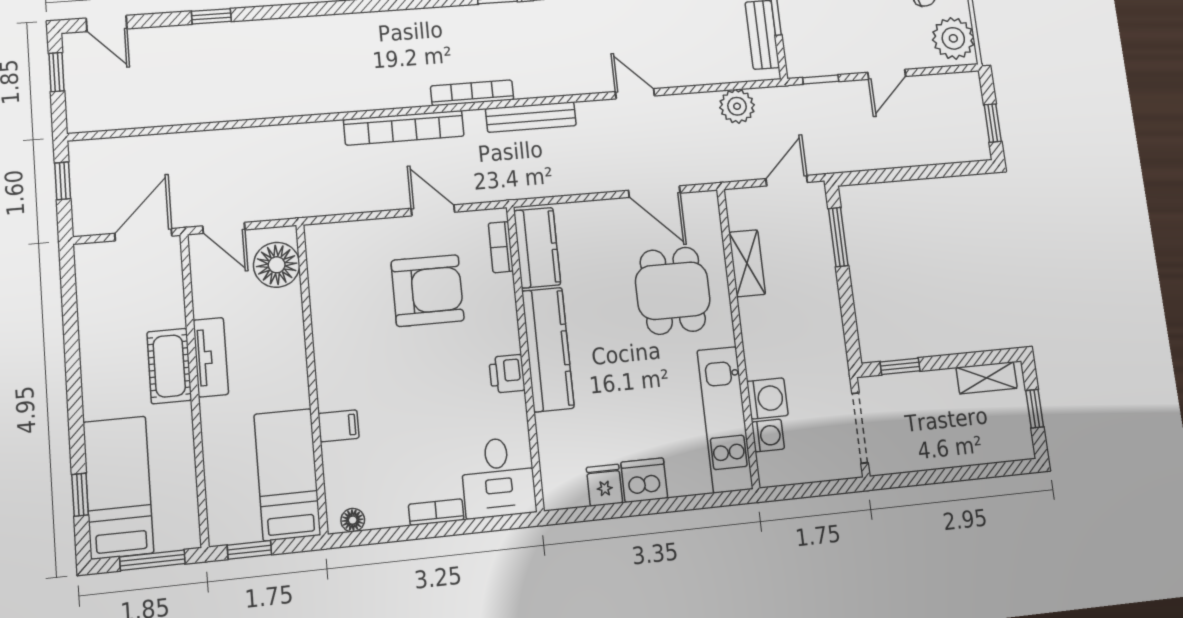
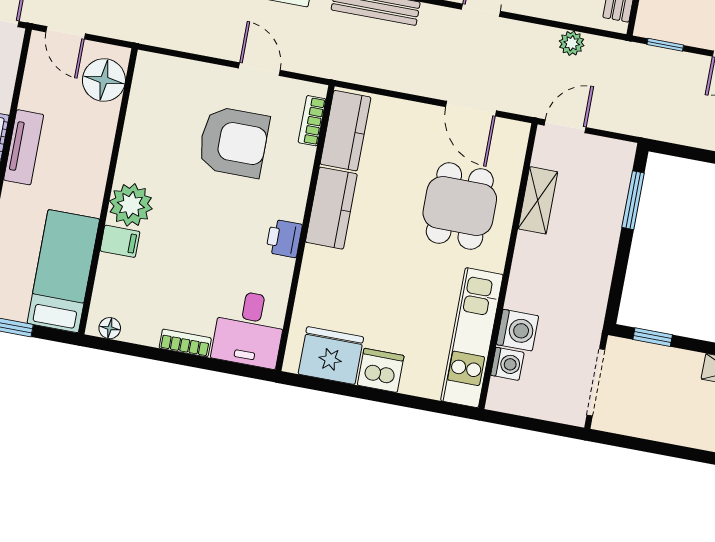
plant: (737, 106) -> (572, 43), width x0.73, depth x0.73
door: (787, 181) -> (565, 126), moved
kitchen counter: (548, 349) -> (331, 208), width x0.67
plant: (340, 385) -> (131, 205), added
fridge: (604, 485) -> (331, 356), width x1.88, depth x1.34

